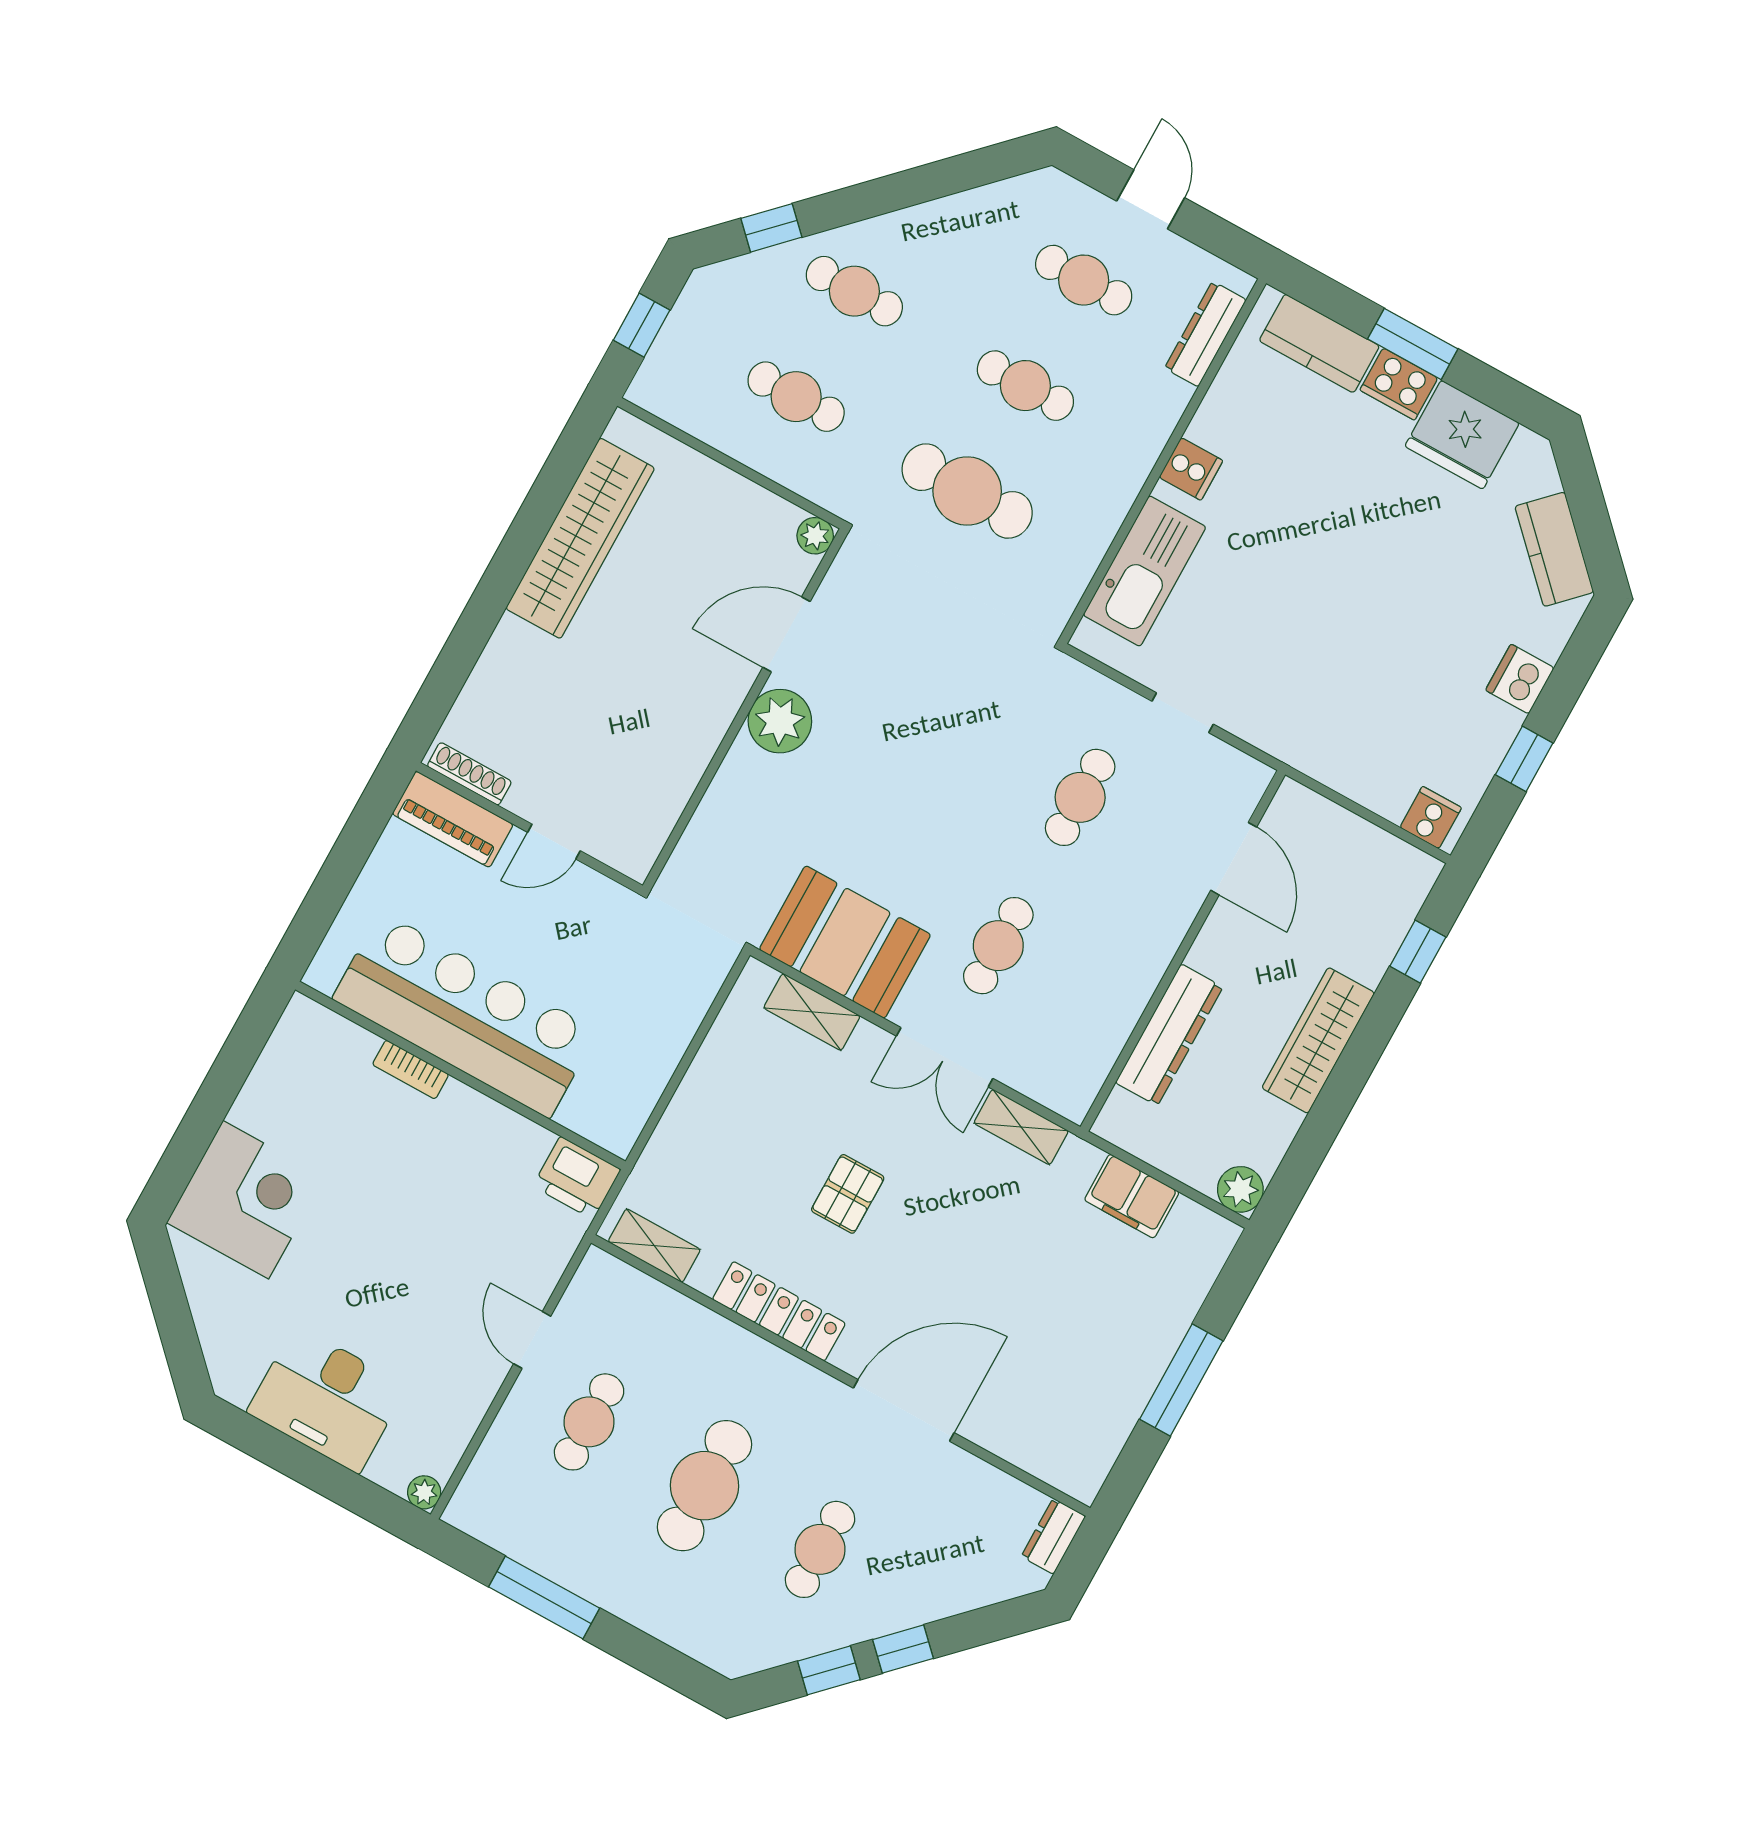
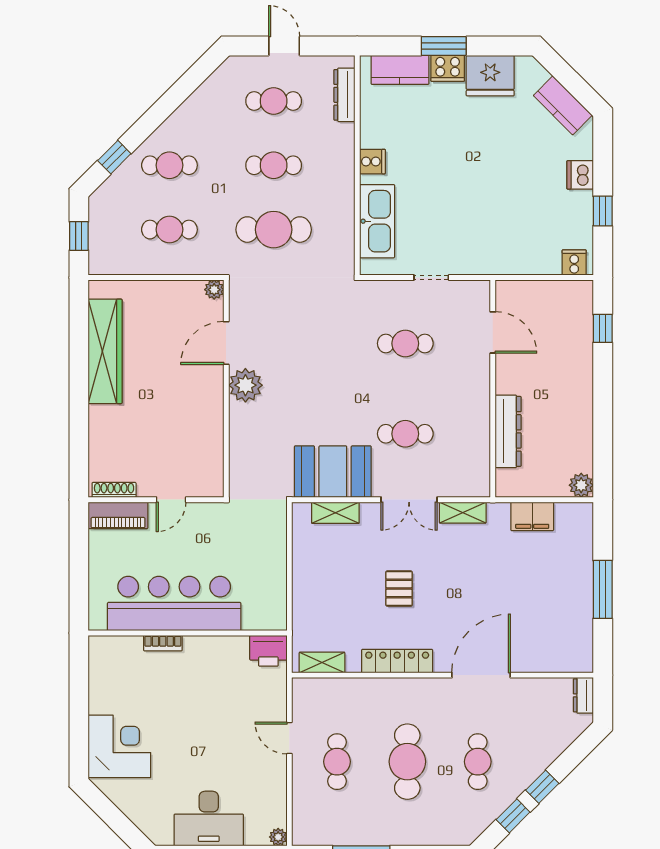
cafe table: (1080, 797) -> (405, 343), turned 90
cafe table: (998, 946) -> (405, 434), turned 90
wardrobe: (1318, 1040) -> (579, 396), removed

